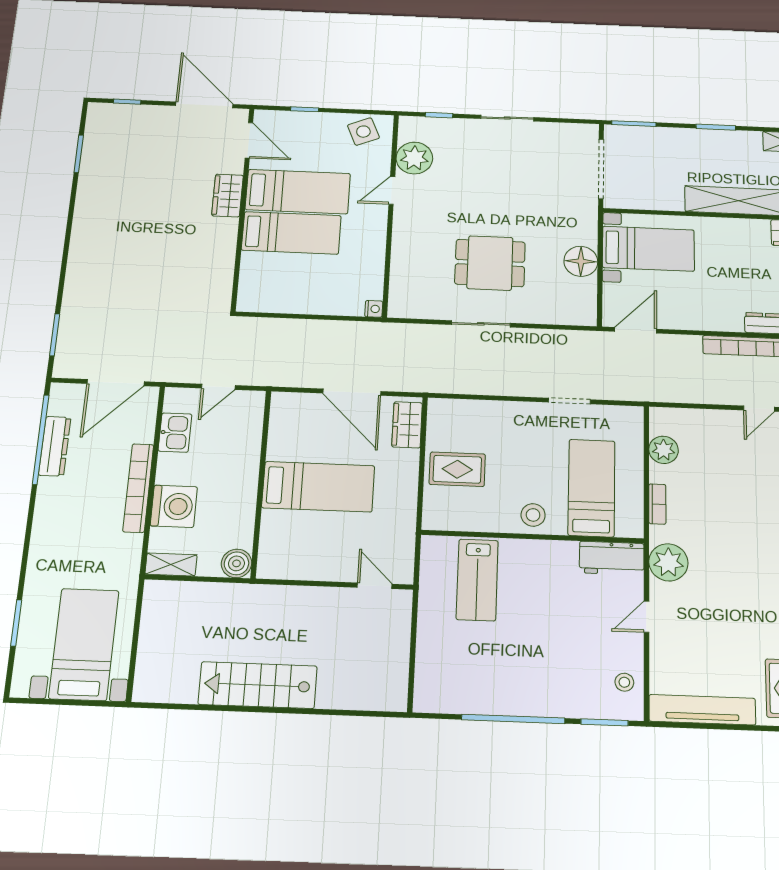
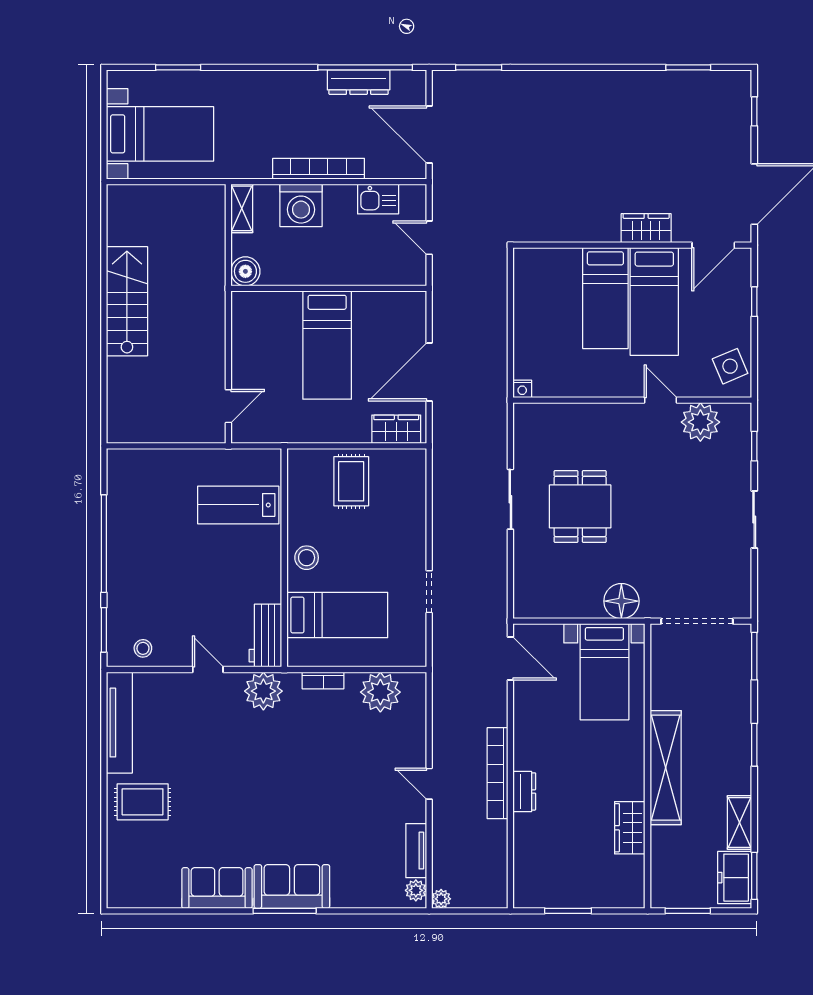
floor lamp: (581, 261) -> (621, 601), moved
plant: (664, 450) -> (380, 692), width x1.36, depth x1.36

